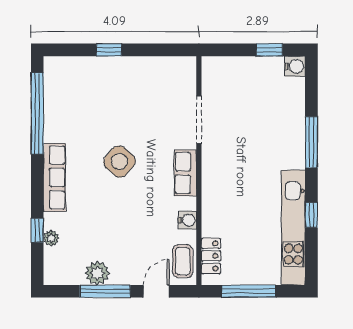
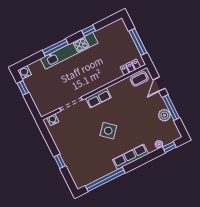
water cooler: (187, 220) -> (53, 120), moved
kitchen unit: (293, 228) -> (69, 51), moved
window: (37, 230) -> (169, 147), moved
door: (156, 291) -> (159, 84), hinge flipped

